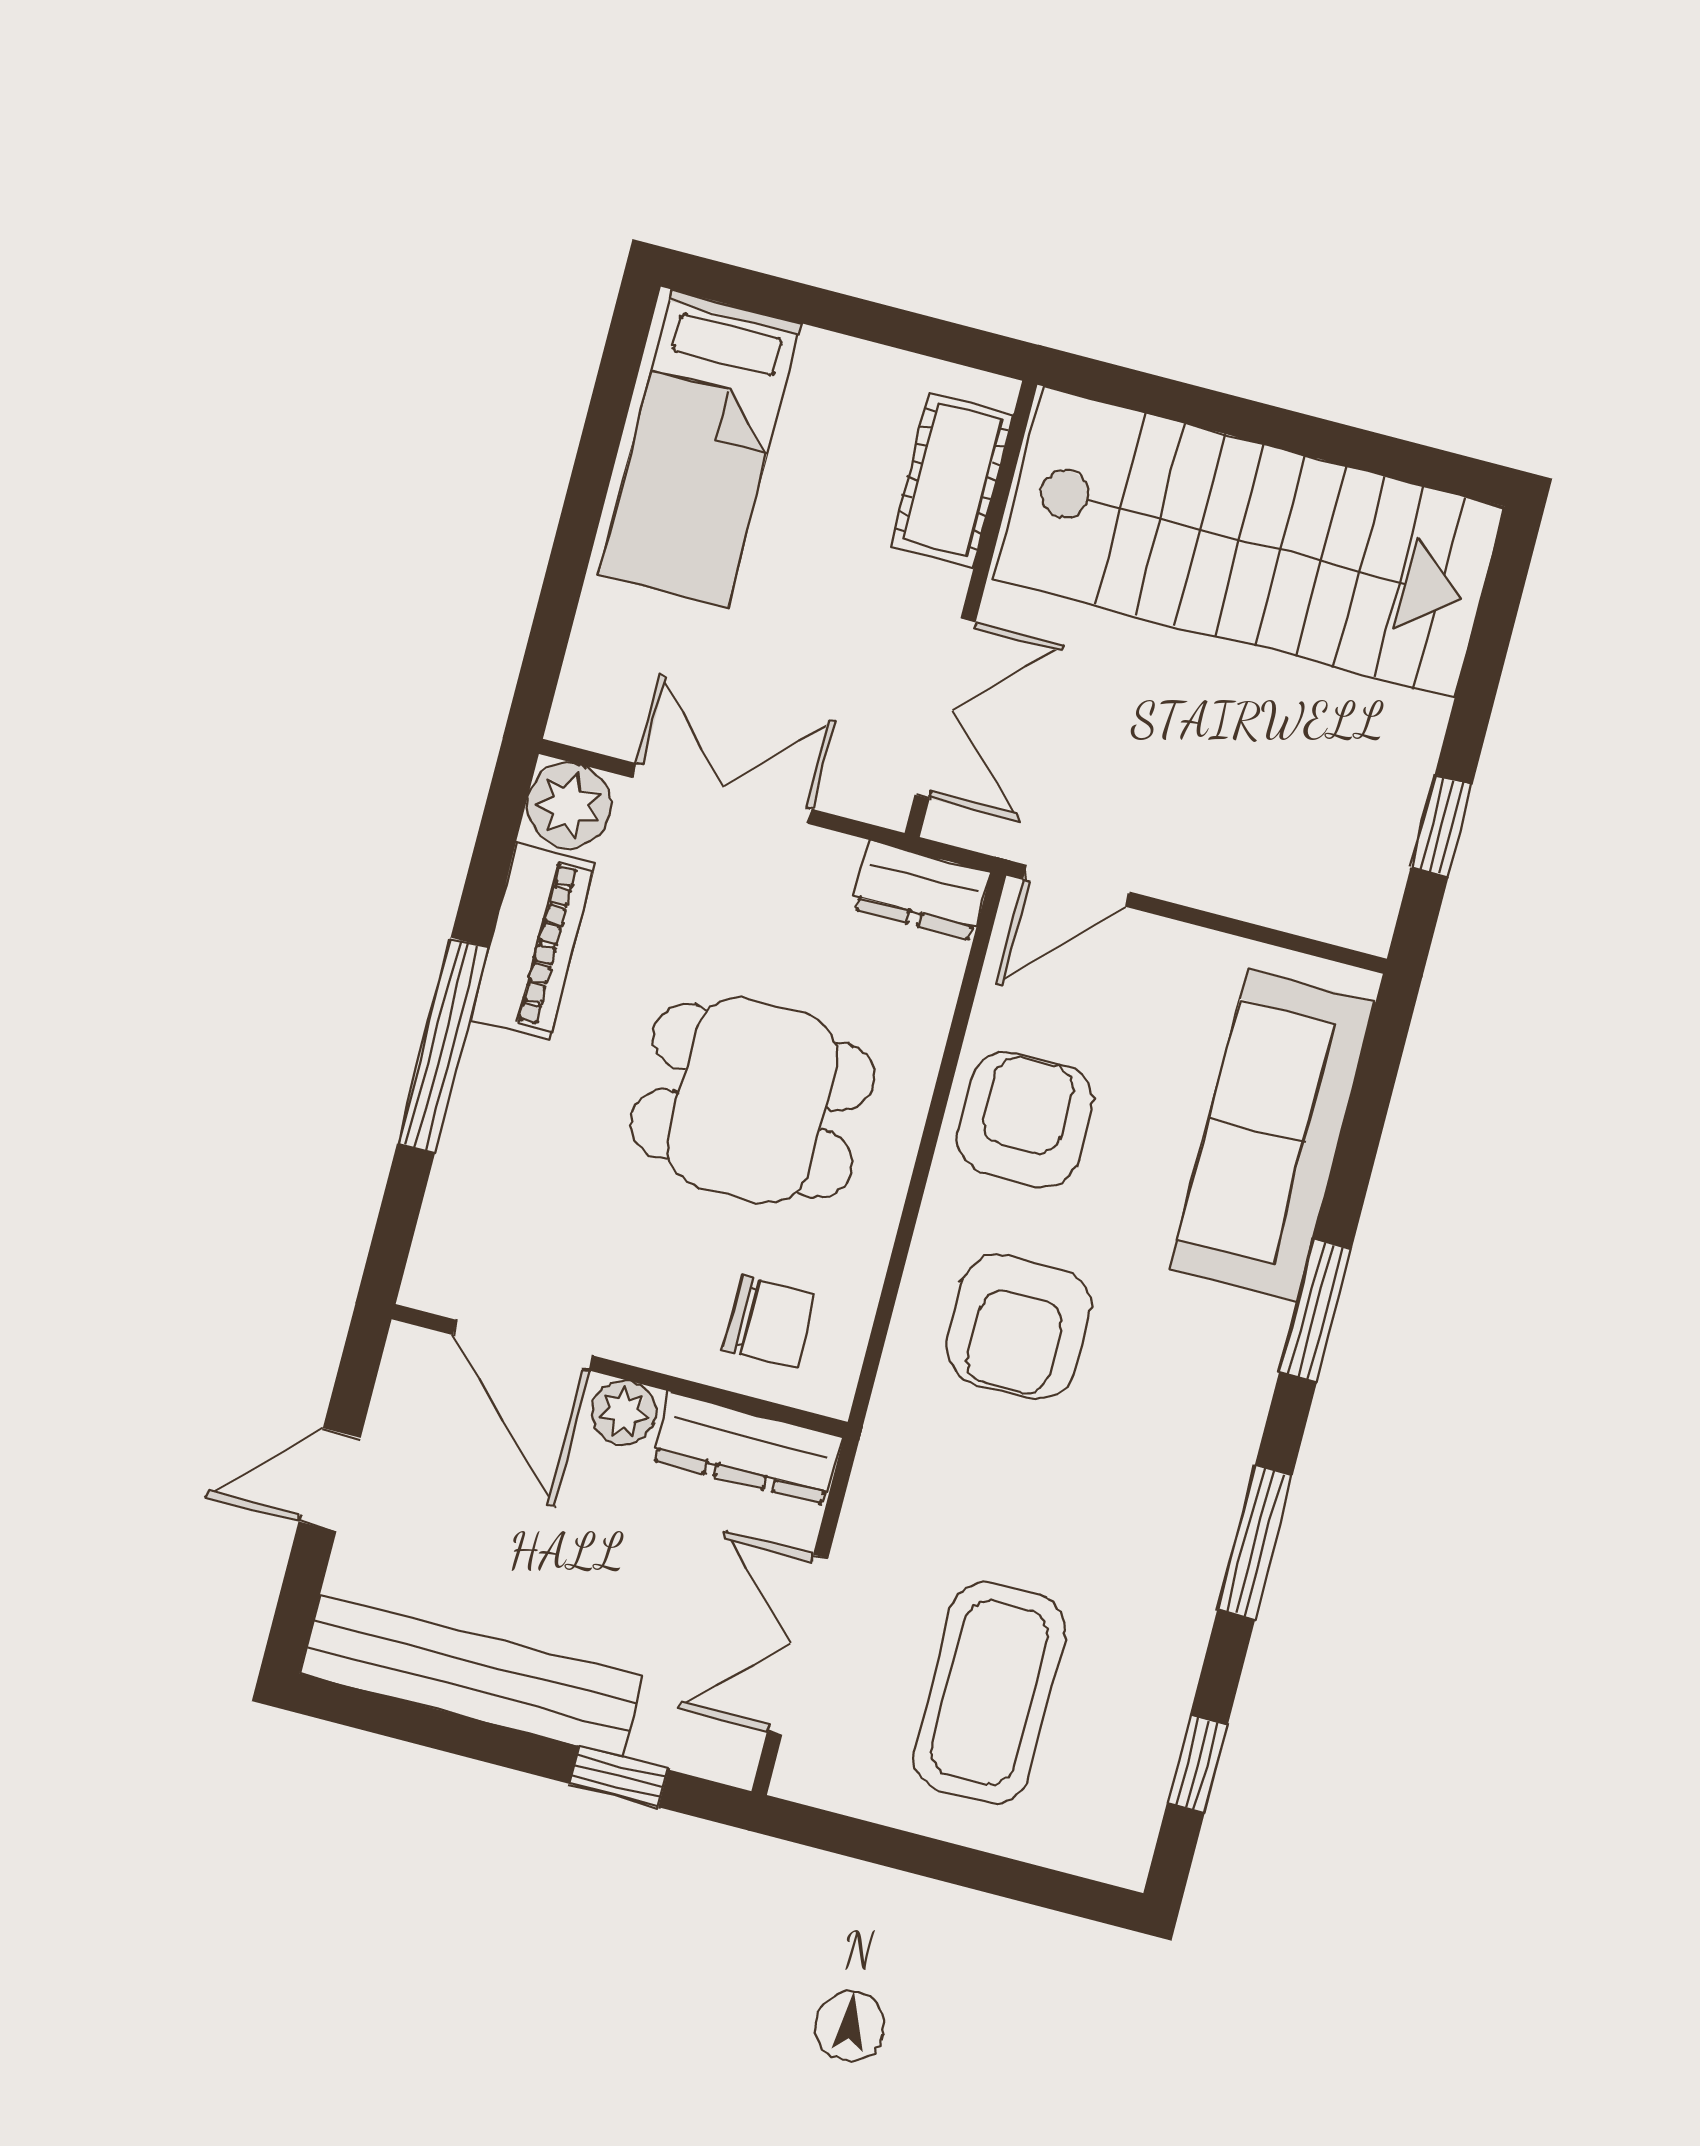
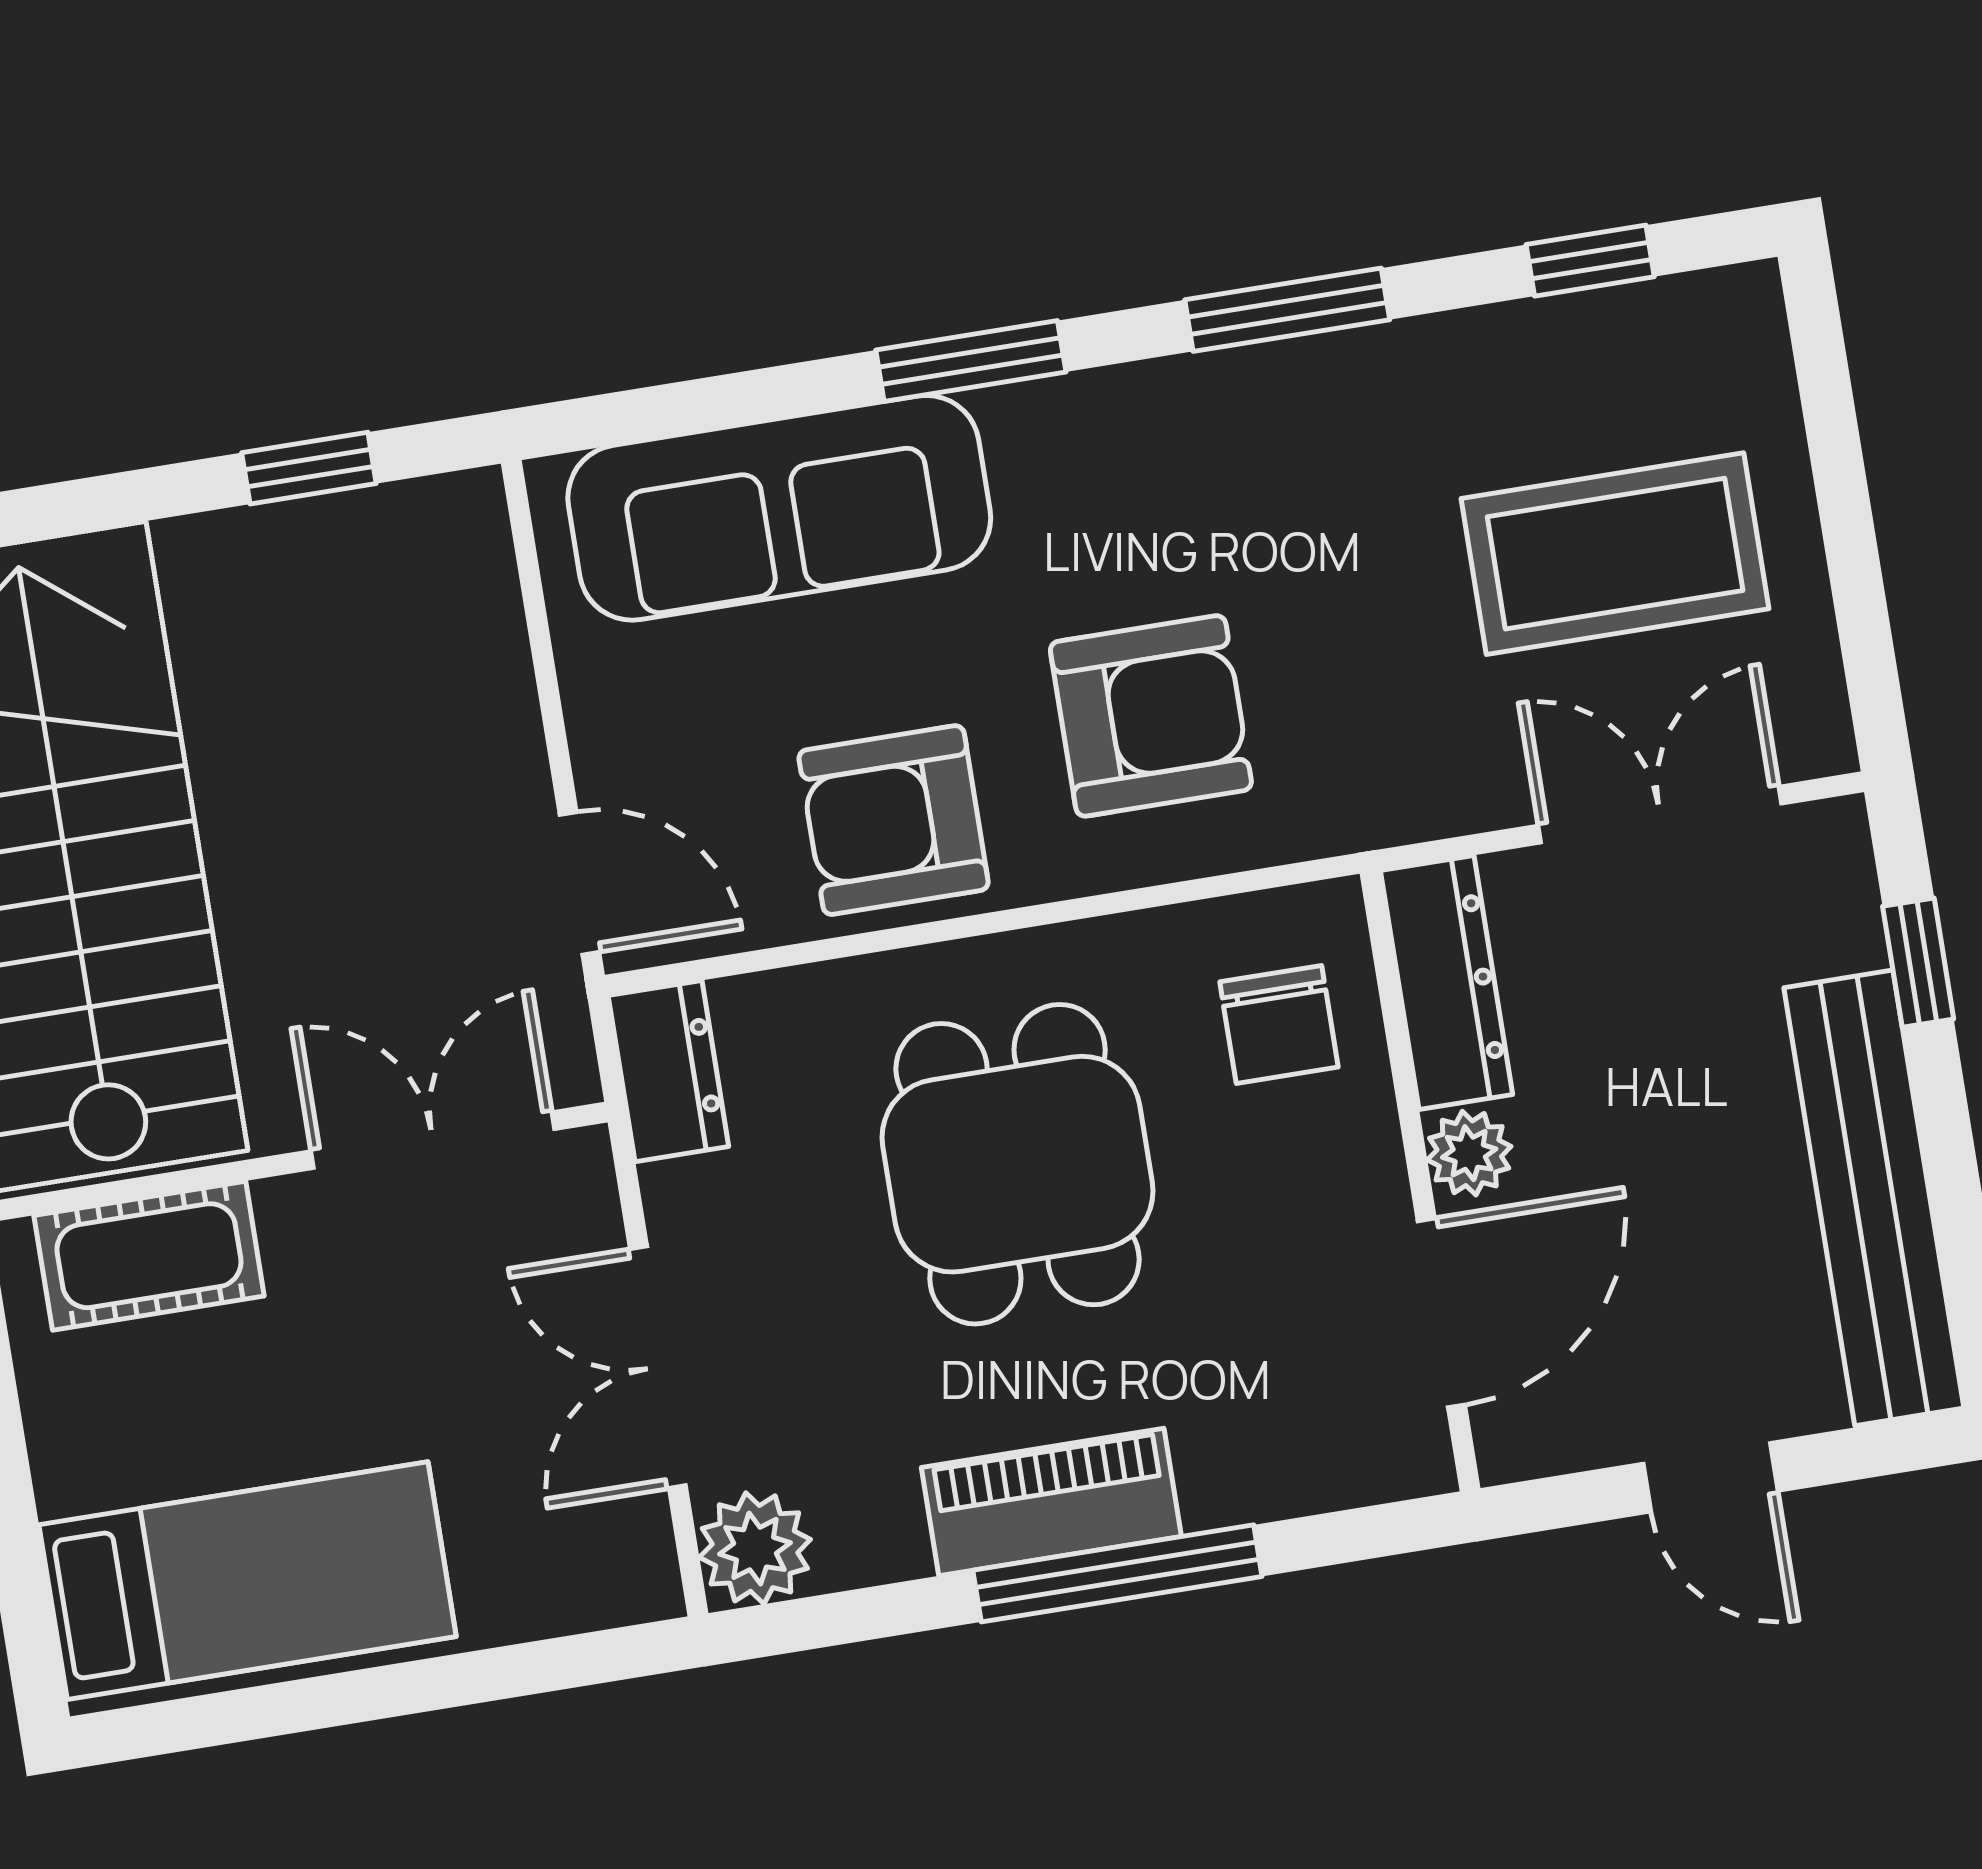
piano: (533, 941) -> (1051, 1502), moved
chair: (769, 1321) -> (1279, 1024), turned 180
double door: (798, 1645) -> (1660, 815), swing flipped

